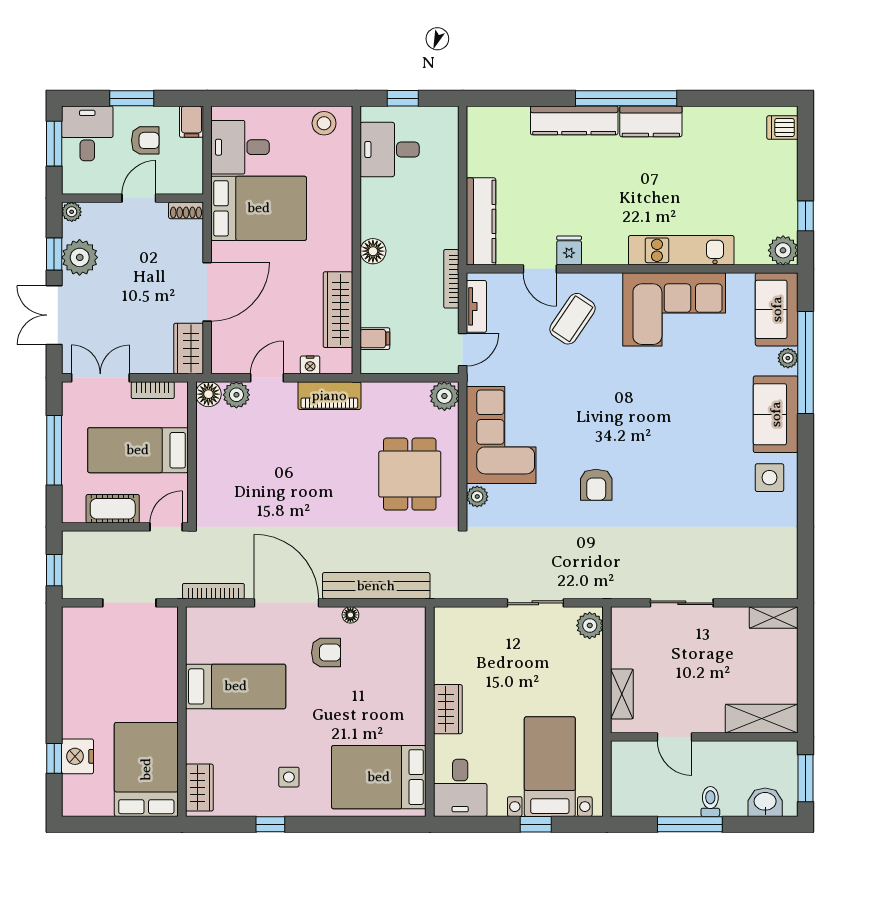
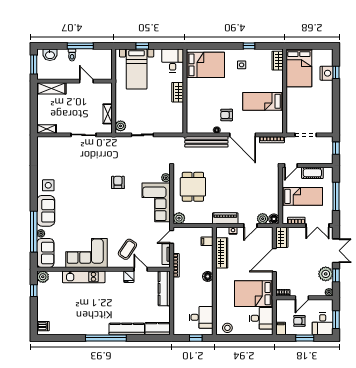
kitchen counter: (651, 121) -> (158, 329), moved
shelving: (622, 694) -> (108, 114), moved

